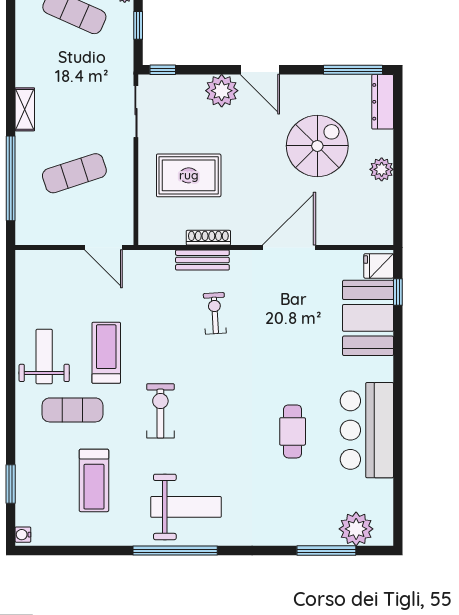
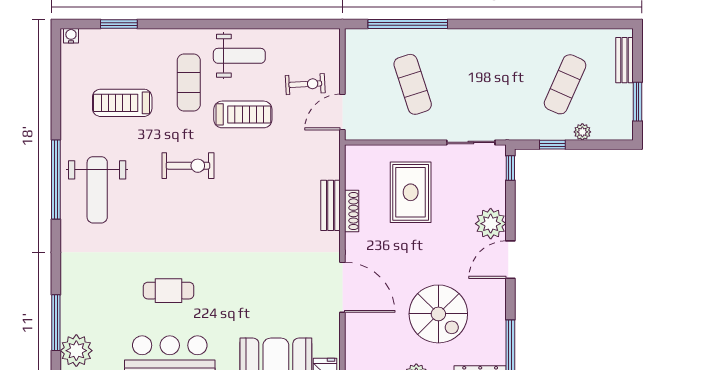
shelving: (25, 109) -> (473, 37), removed
exercise bike: (215, 313) -> (305, 84), moved

